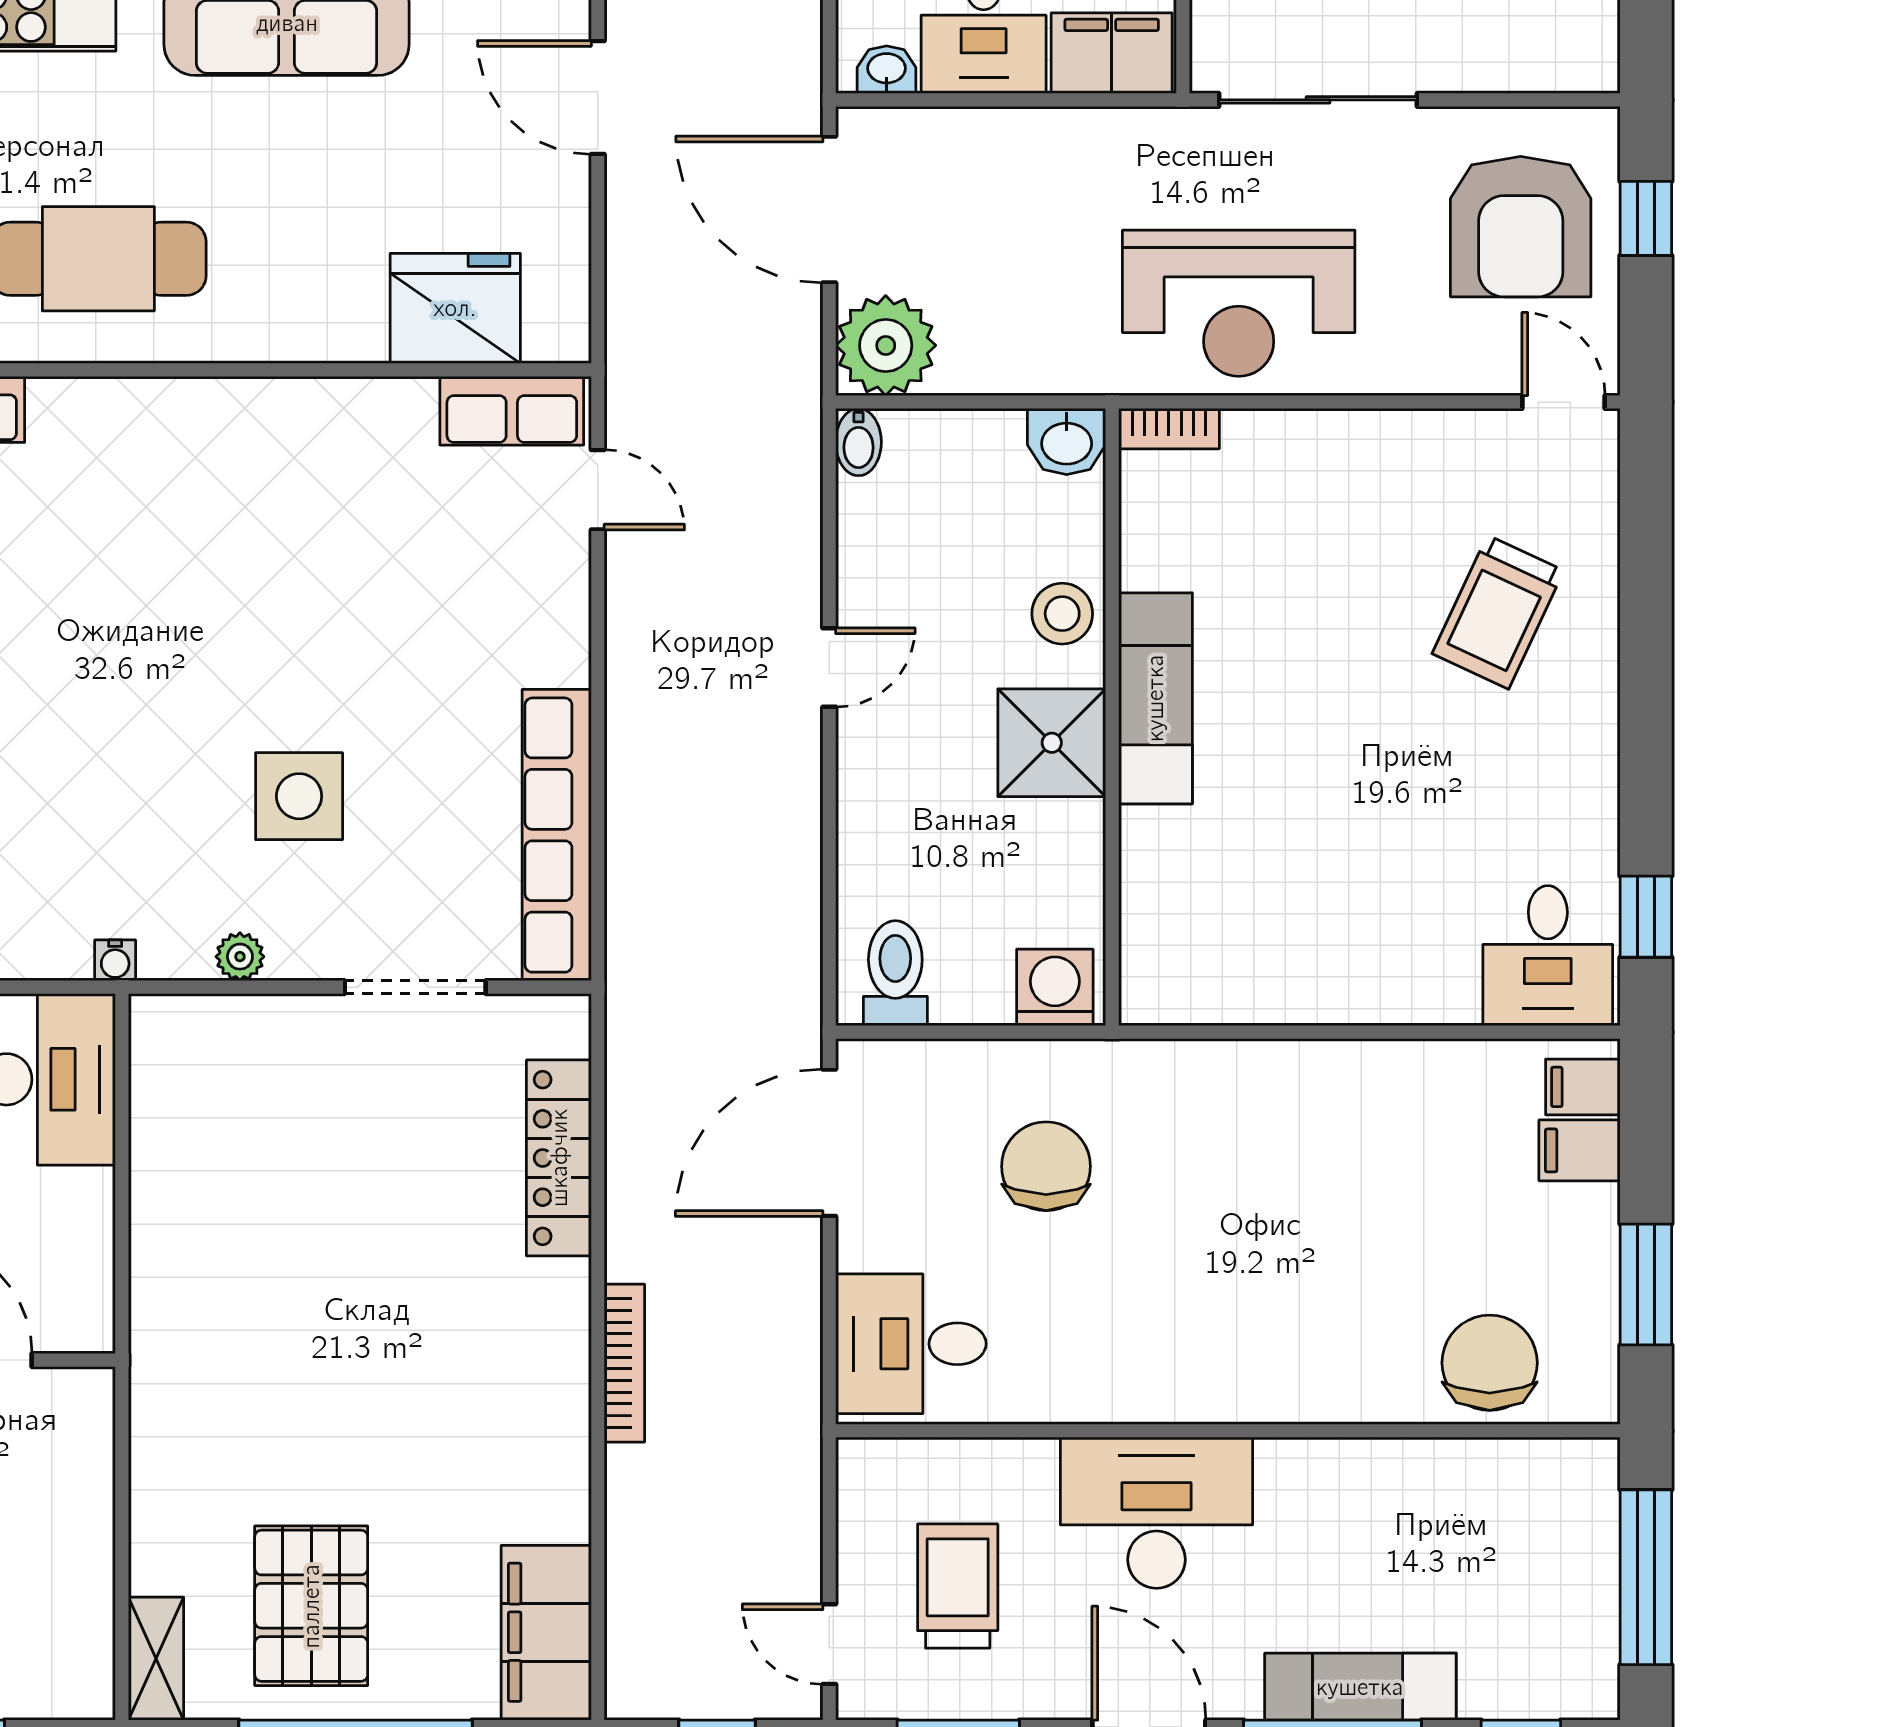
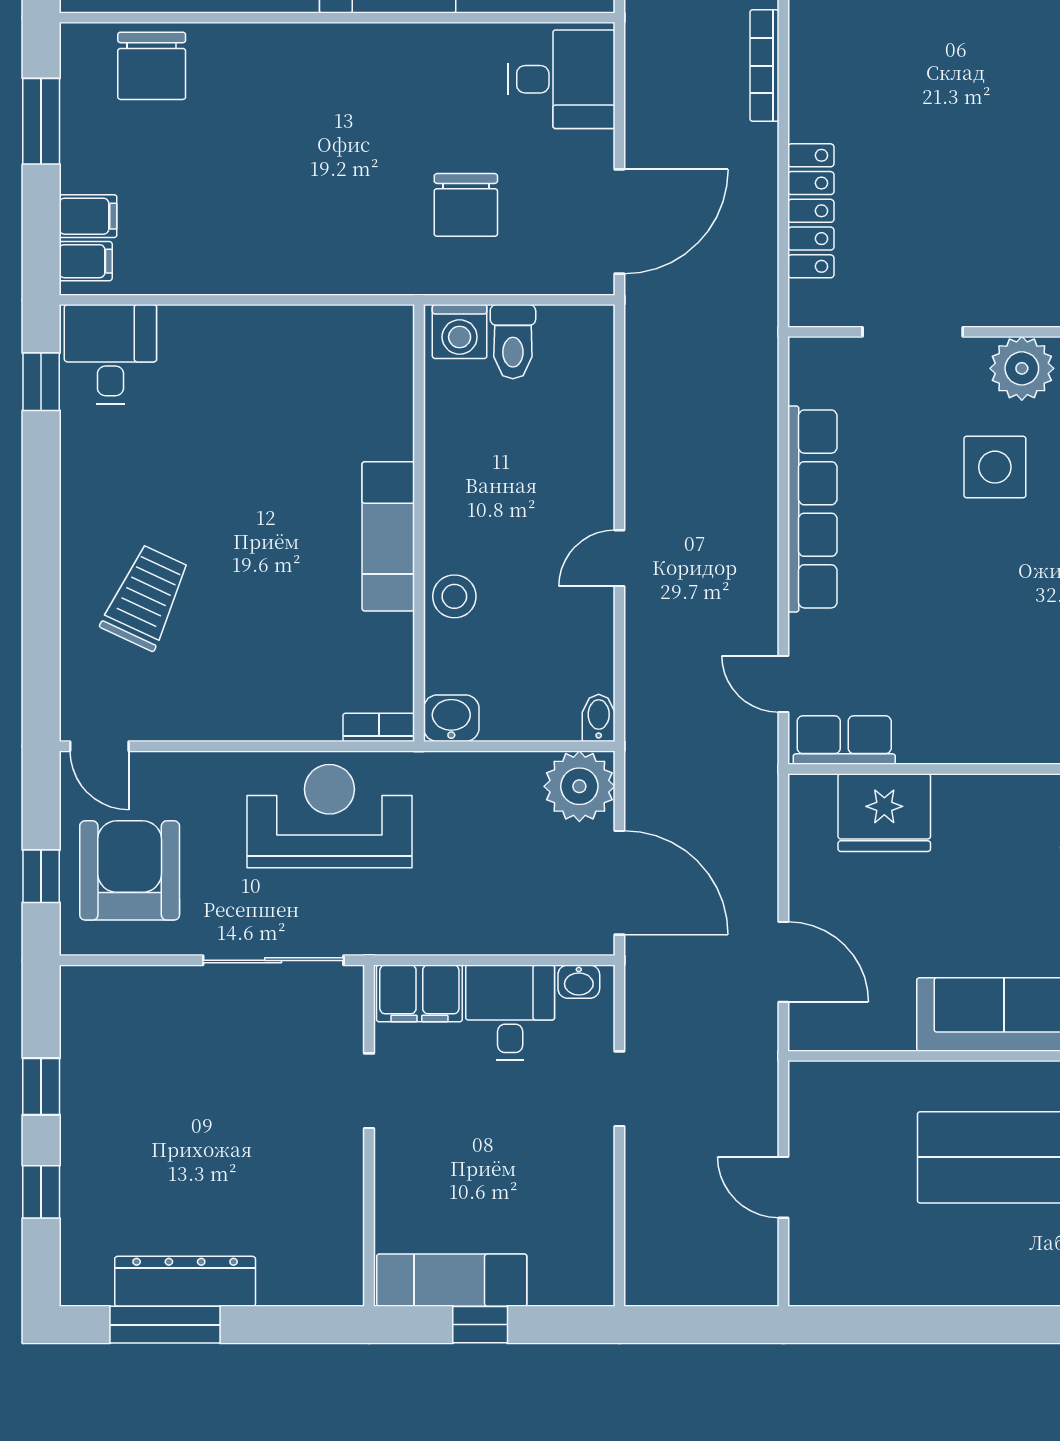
shower: (1052, 743) -> (462, 505), removed
row of seats: (557, 835) -> (812, 509), moved
plant: (240, 957) -> (1022, 368), width x1.88, depth x1.88
toilet: (895, 973) -> (513, 342), moved

